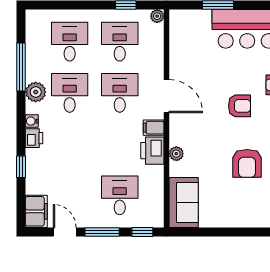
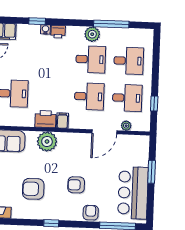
plant: (157, 16) -> (126, 126), moved
door: (166, 96) -> (104, 132), moved
armchair: (239, 106) -> (76, 185), turned 90
water cooler: (32, 121) -> (45, 29), moved
plant: (176, 154) -> (47, 142), width x1.88, depth x1.88

